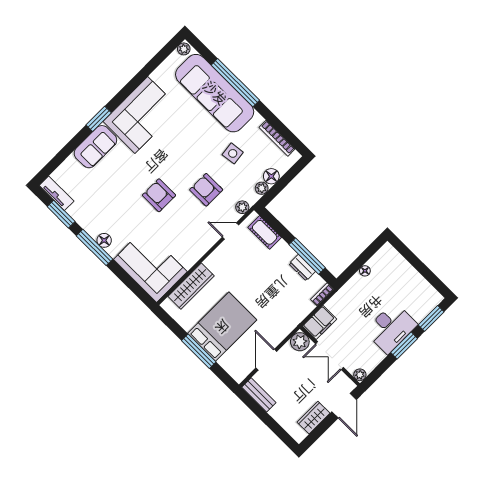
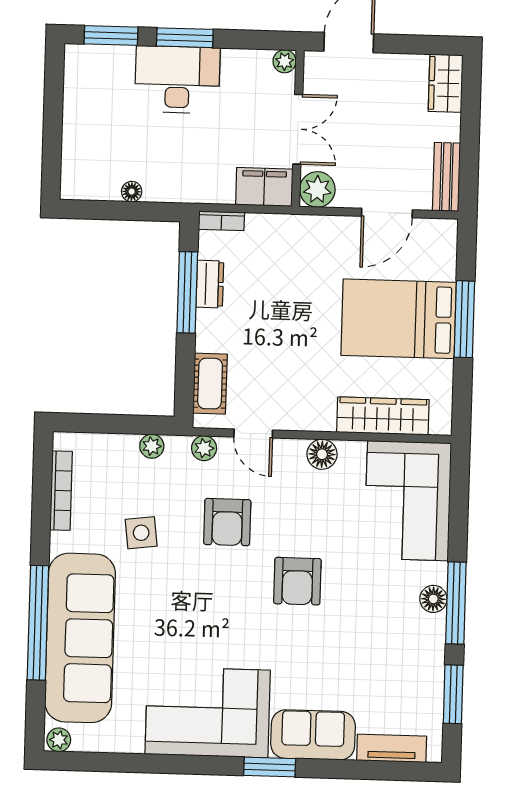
floor lamp: (271, 176) -> (322, 454), moved
tv unit: (57, 193) -> (392, 748), moved, turned 90
wardrobe: (313, 418) -> (446, 83), moved, turned 90

